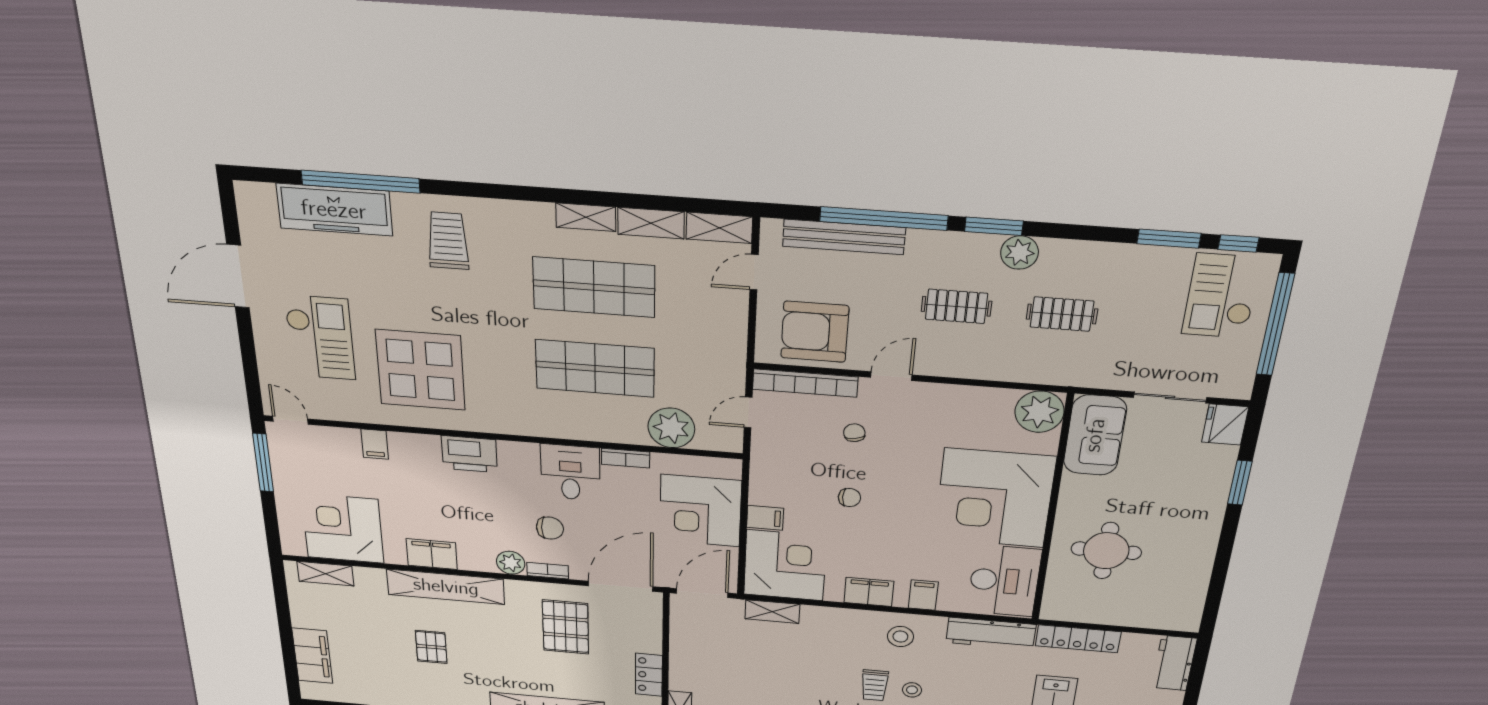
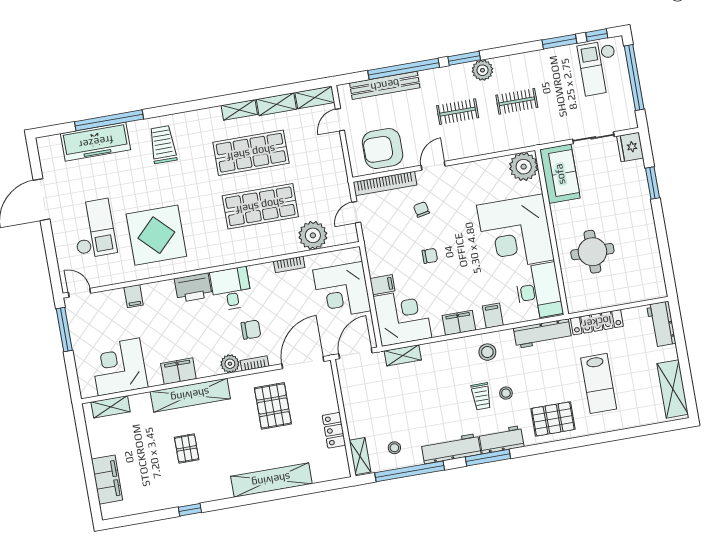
desk: (570, 472) -> (231, 289), moved

